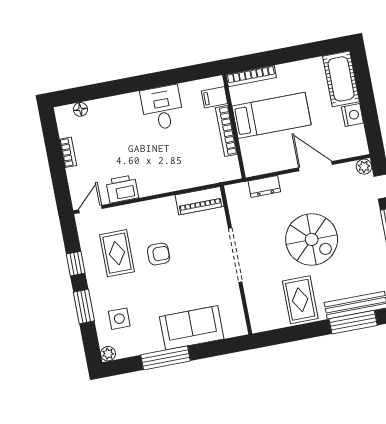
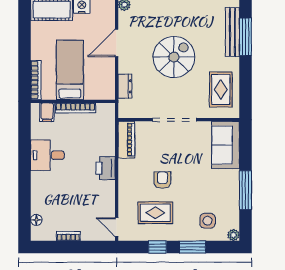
printer: (122, 189) -> (105, 168), moved
rug: (300, 300) -> (221, 90), moved, turned 90
sofa: (192, 328) -> (226, 145), moved

